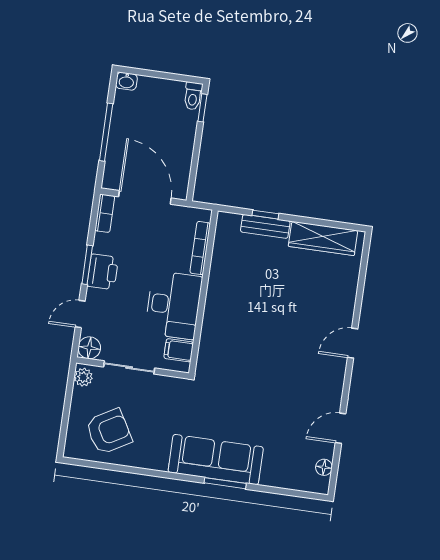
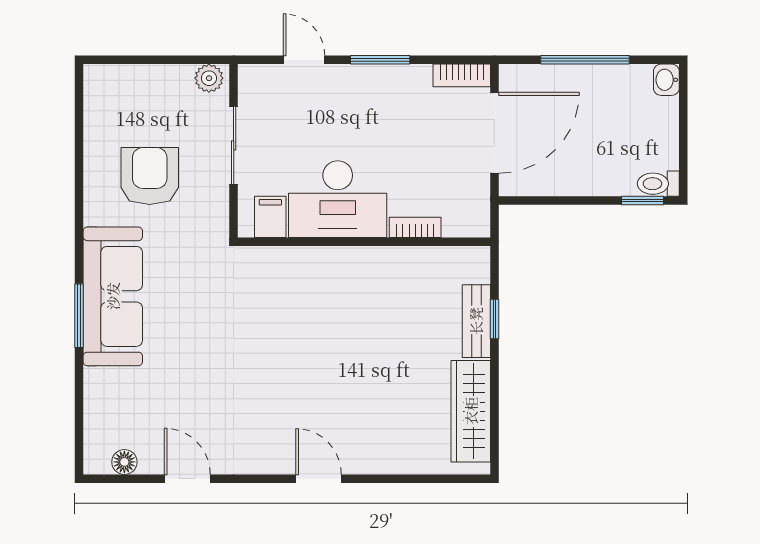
bookcase: (200, 248) -> (415, 227), width x0.64
printer: (103, 272) -> (373, 85), removed
floor lamp: (89, 348) -> (255, 81), removed
armchair: (109, 431) -> (150, 176), moved, turned -150

